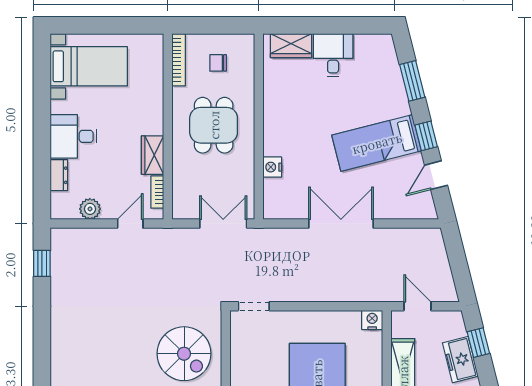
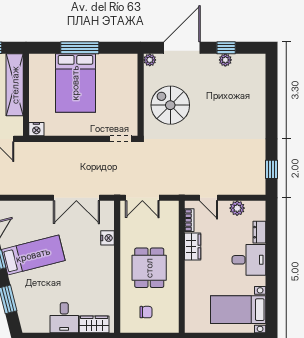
bookcase: (179, 60) -> (174, 314), removed
door: (130, 224) -> (209, 198), hinge flipped
double door: (341, 224) -> (76, 198), moved

